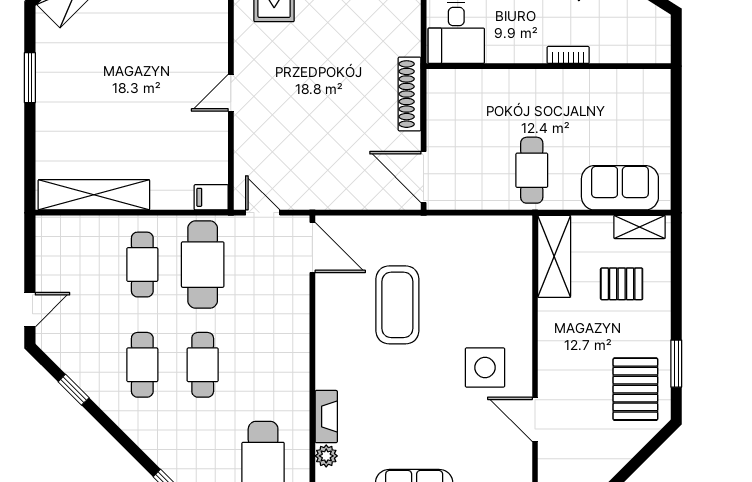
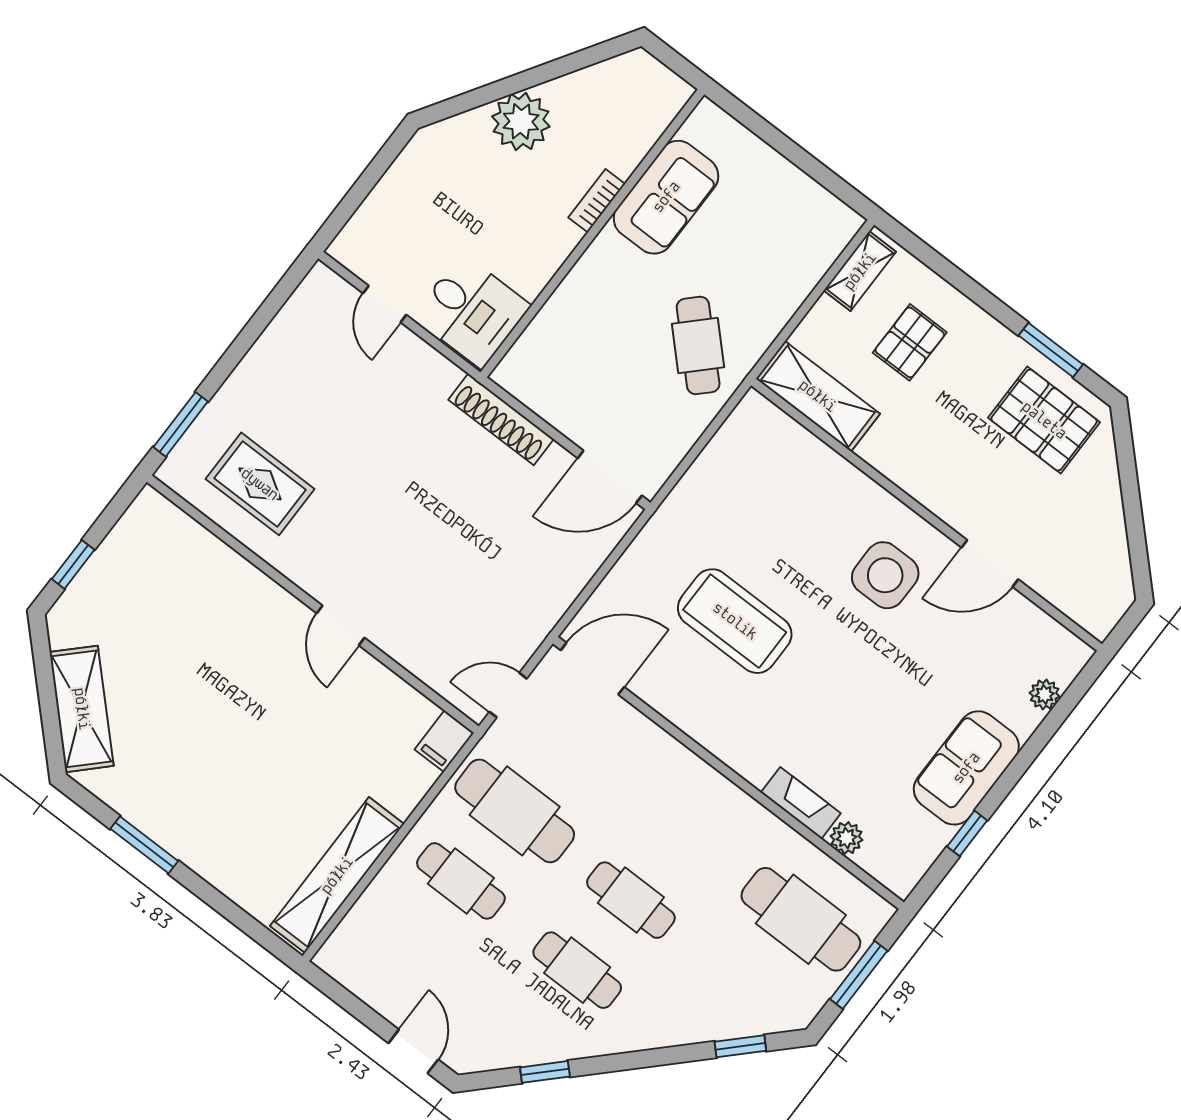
cafe table: (532, 170) -> (698, 345), turned 45
sofa: (620, 188) -> (666, 197), moved, turned 180

